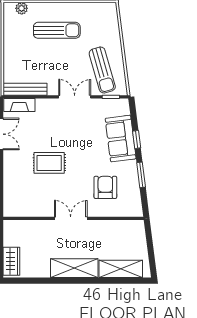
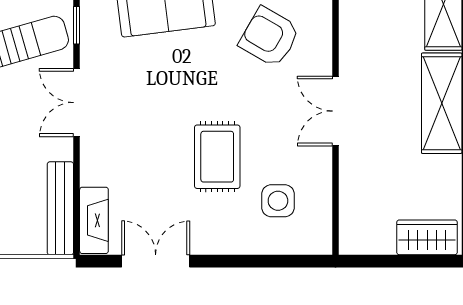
armchair: (105, 187) -> (269, 37), turned 30
side table: (29, 191) -> (278, 201), added

